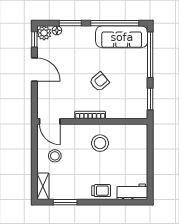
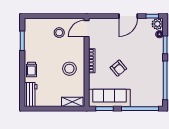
sofa: (122, 37) -> (109, 98), moved, turned 90
shelving: (43, 186) -> (72, 102), moved

